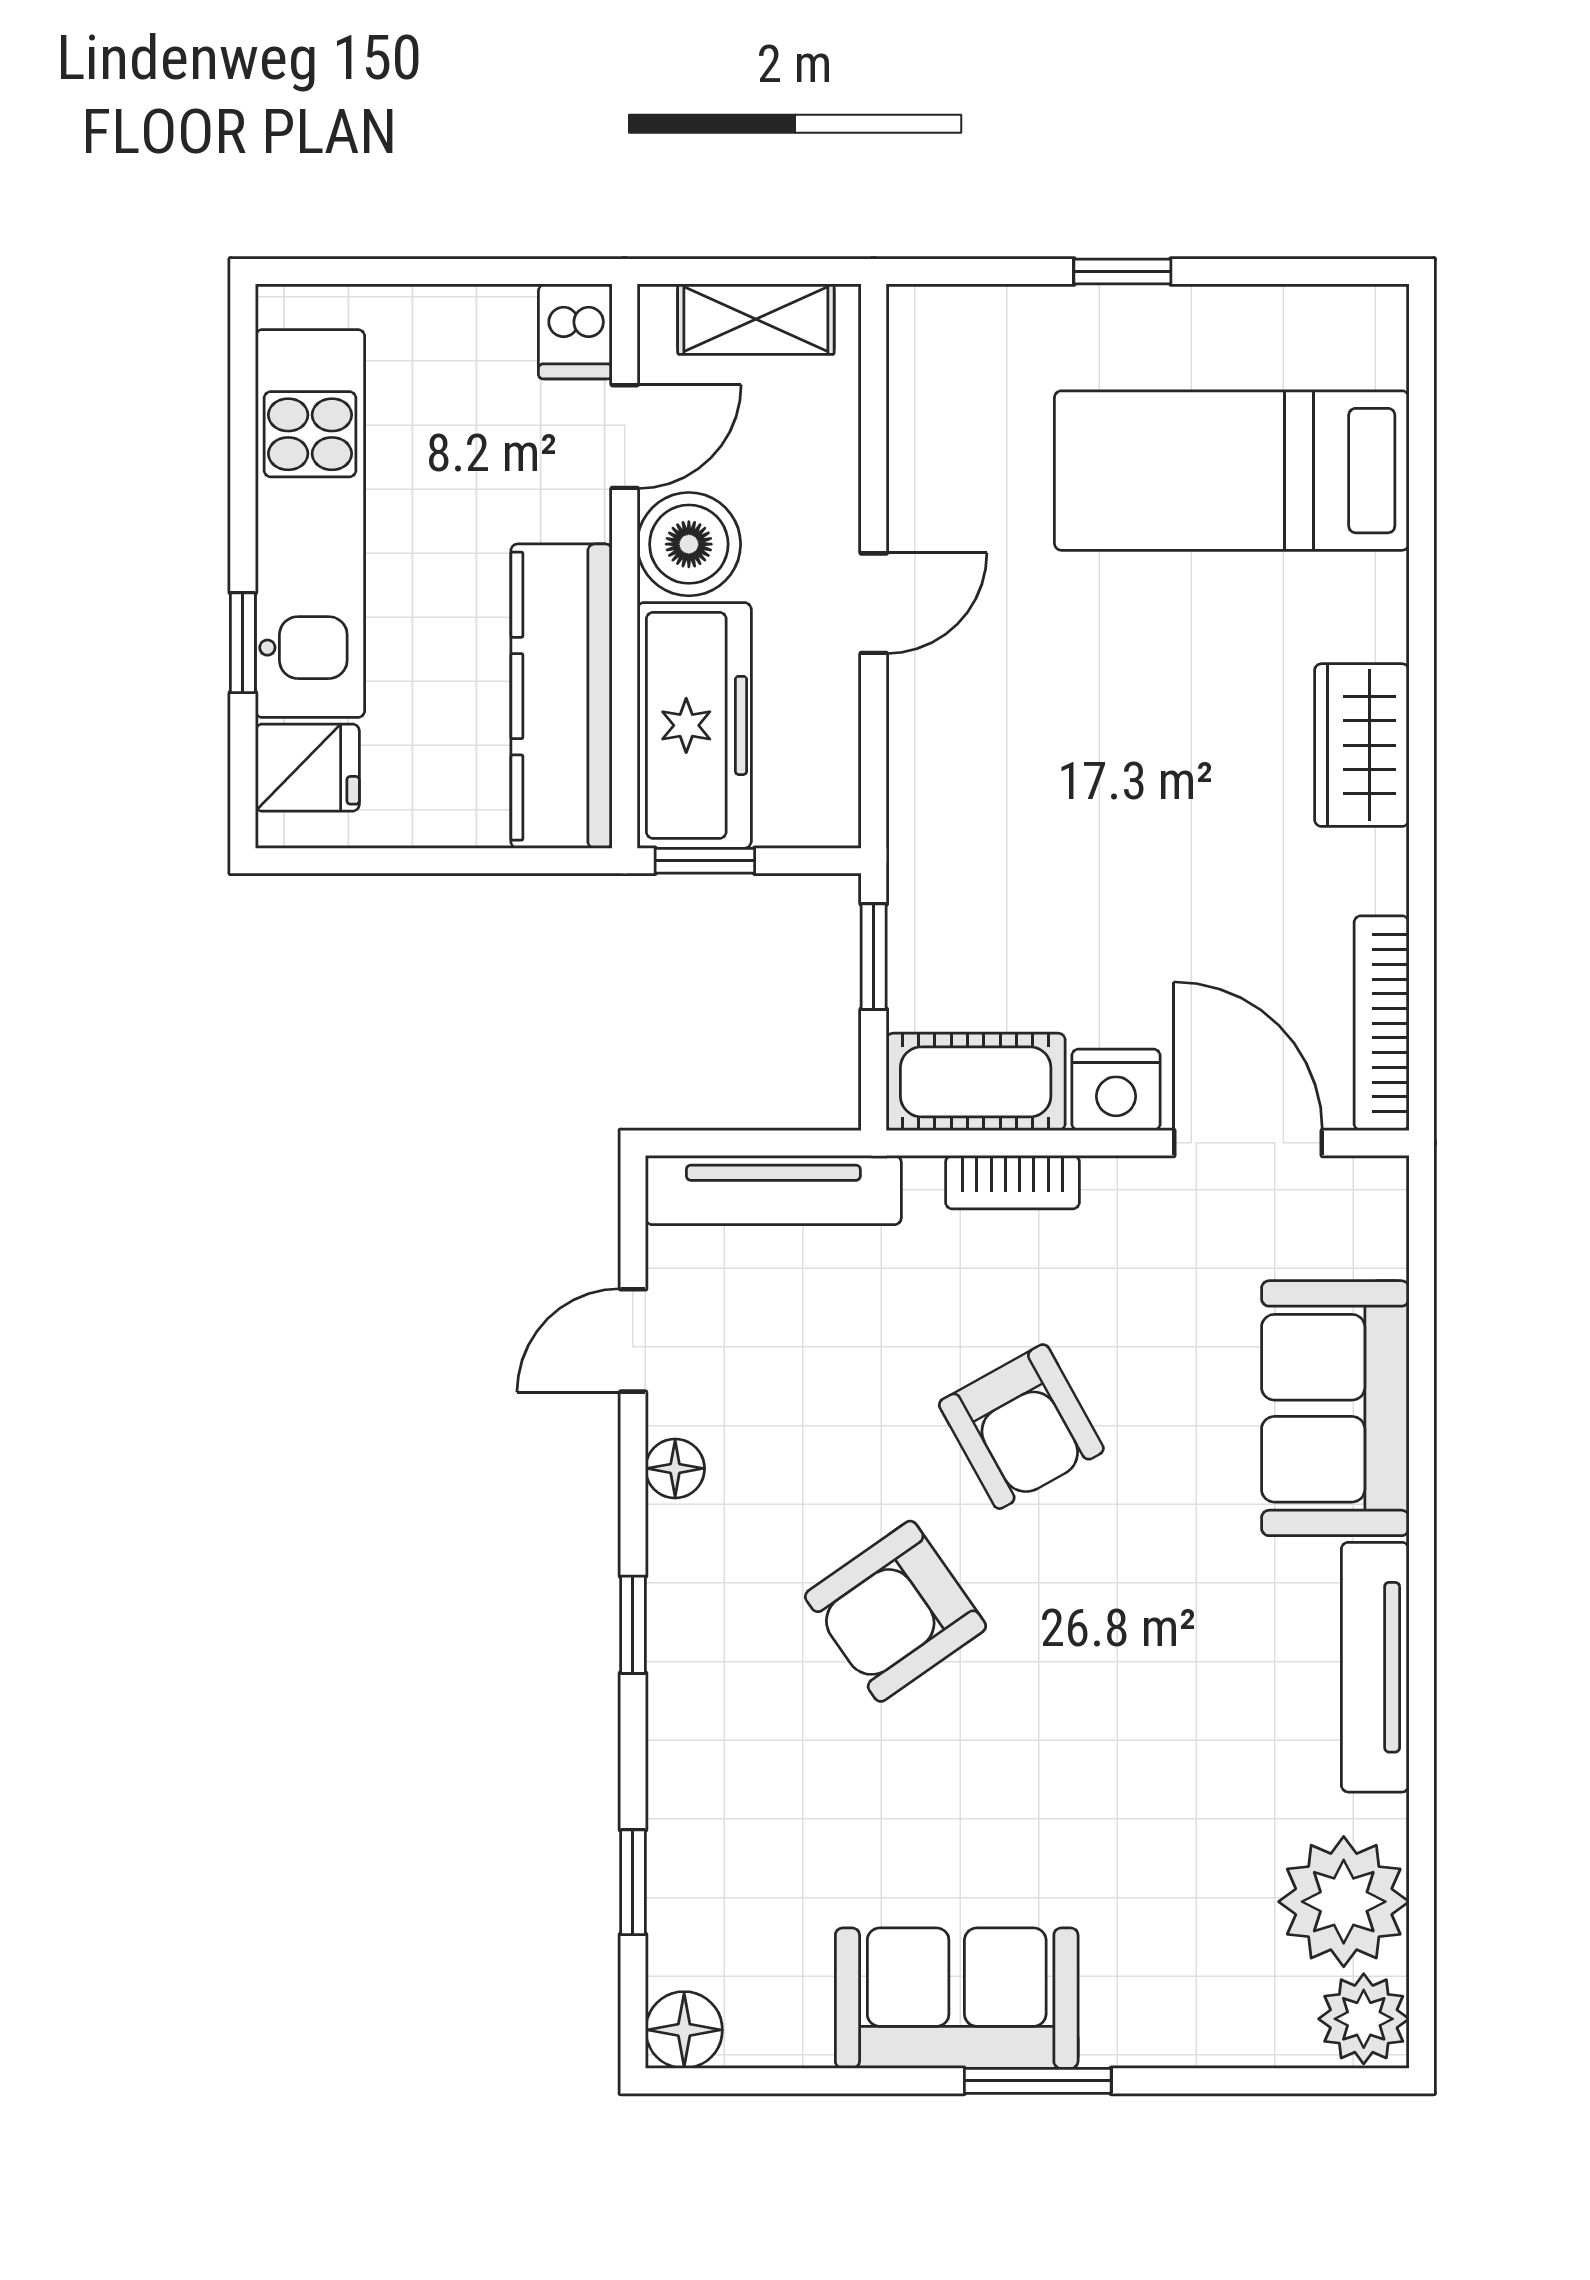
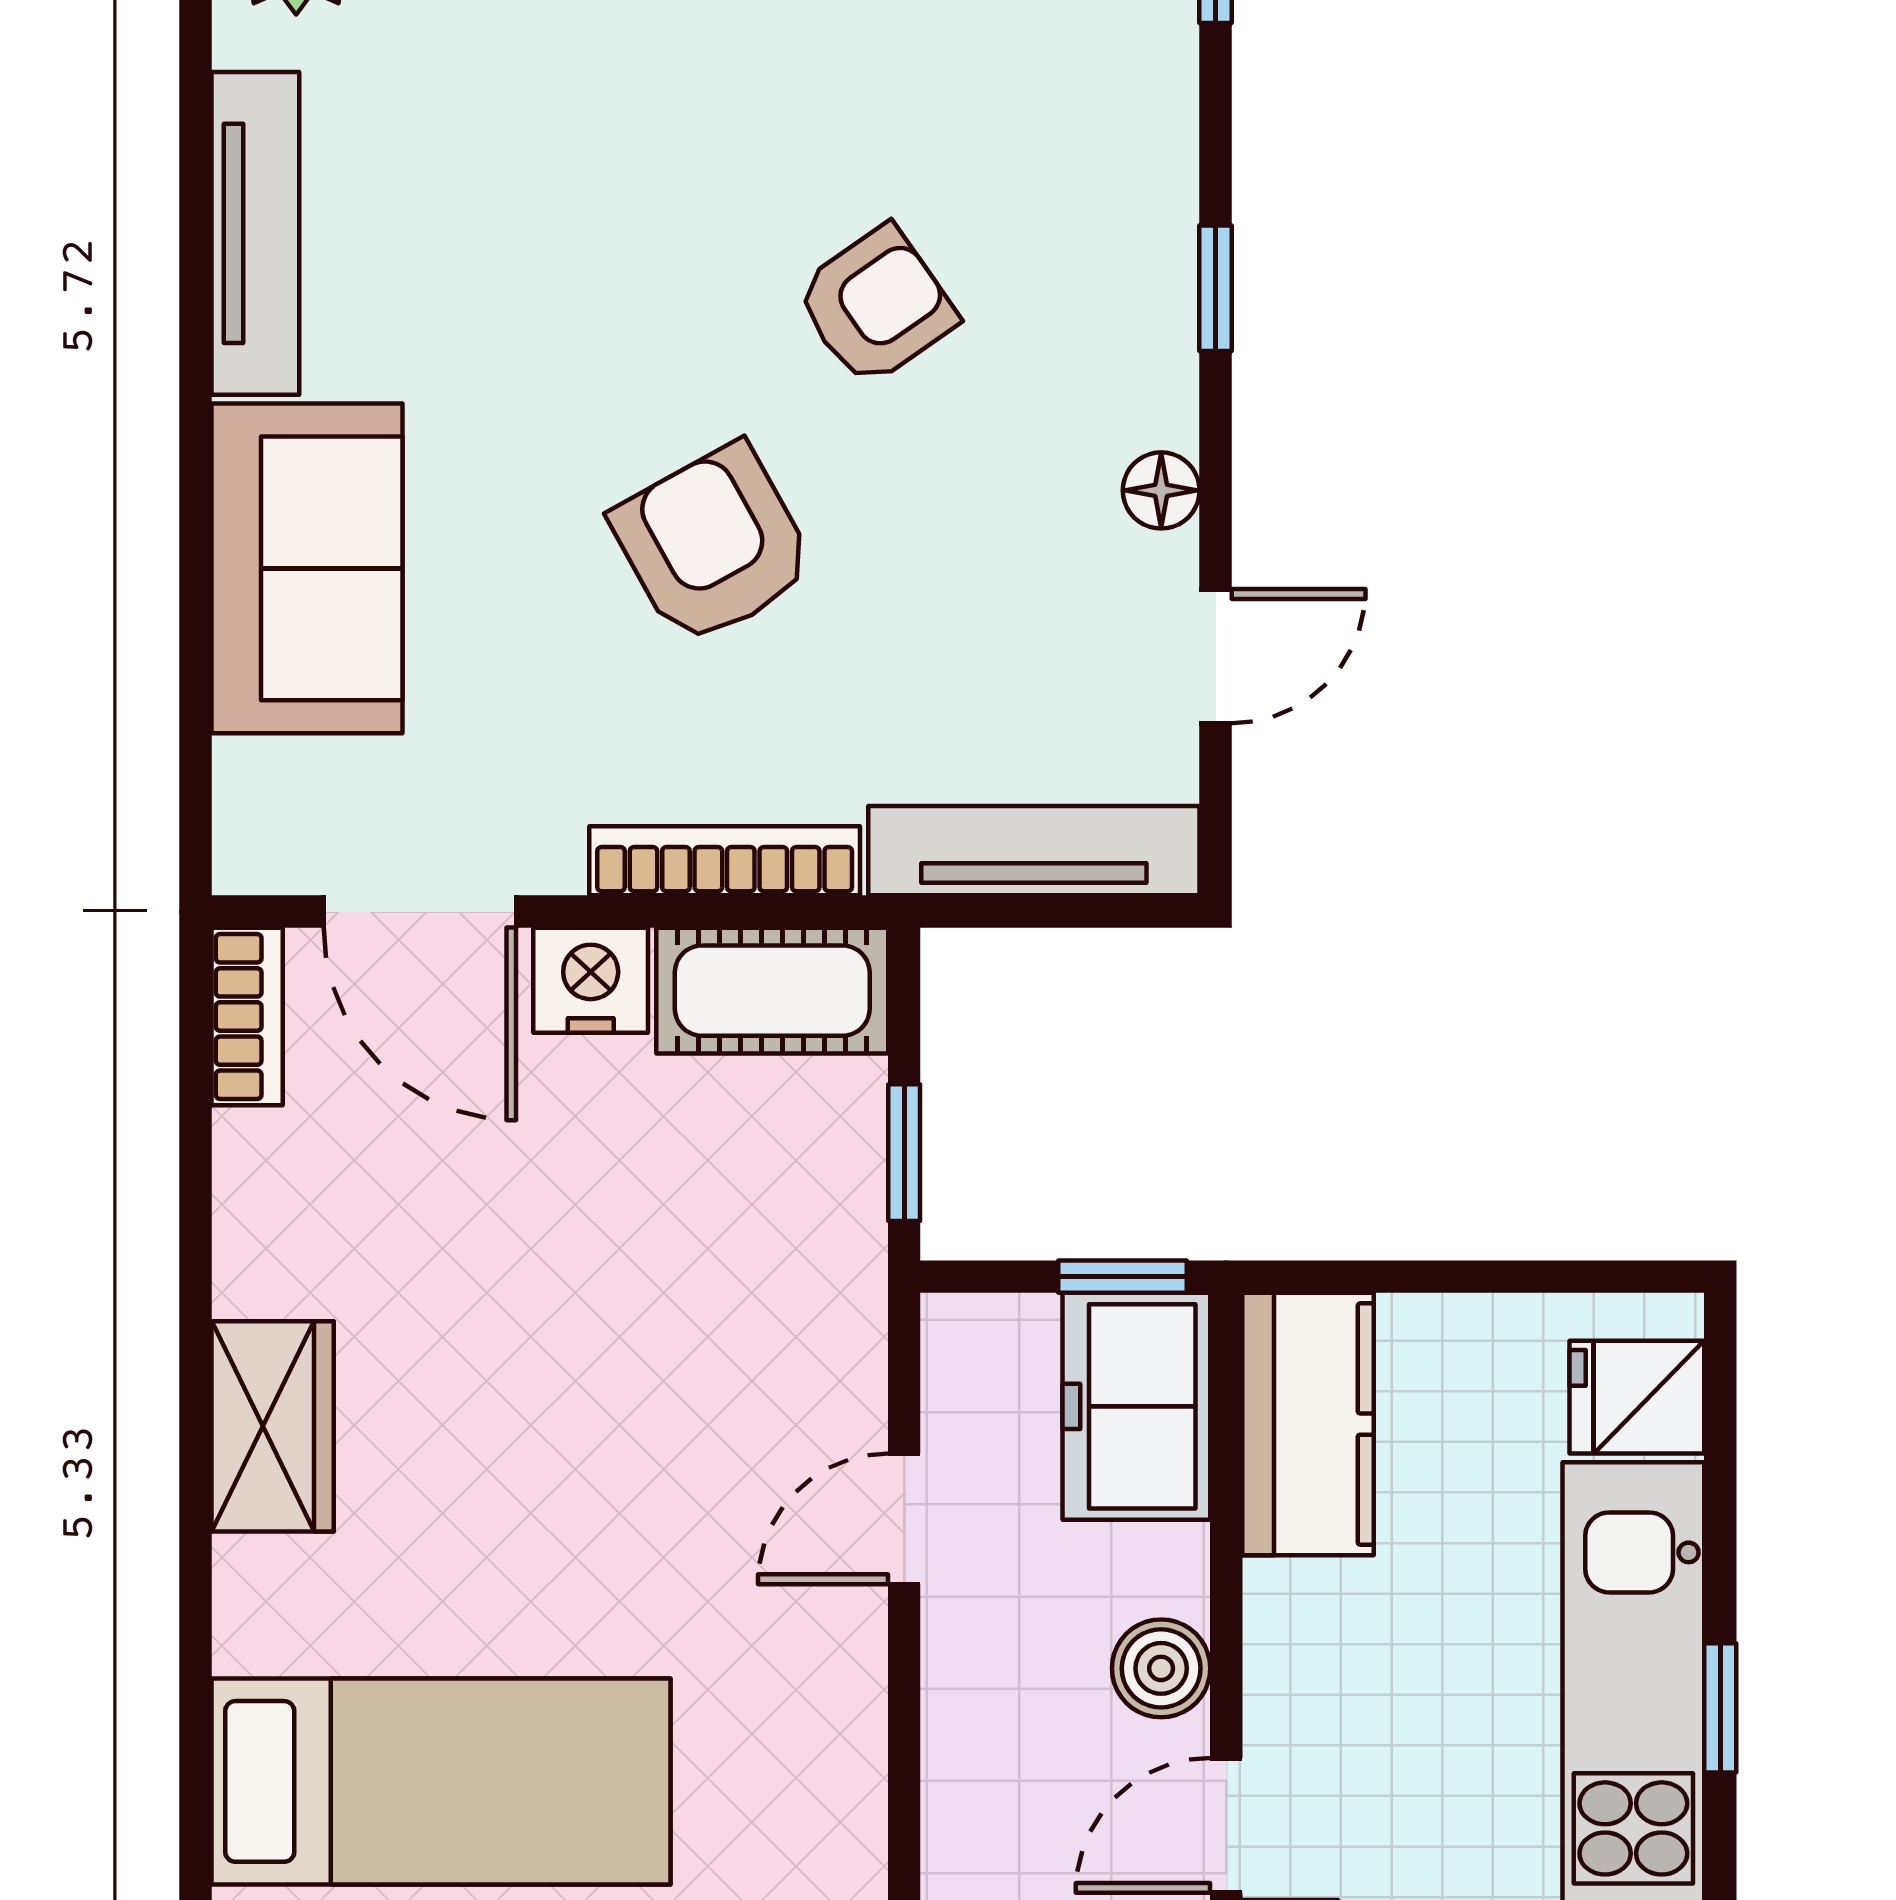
boiler: (689, 544) -> (1161, 1668), width x0.73, depth x0.73
door: (874, 603) -> (904, 1519), moved
window: (243, 643) -> (1720, 1708), moved
kitchen counter: (562, 696) -> (1308, 1424), width x0.67
freezer: (694, 725) -> (1136, 1406), width x0.71
bookcase: (1382, 1023) -> (247, 1017), width x0.64
bookcase: (1012, 1182) -> (725, 861), width x1.56
armchair: (896, 1611) -> (876, 306), width x0.72, depth x0.72

